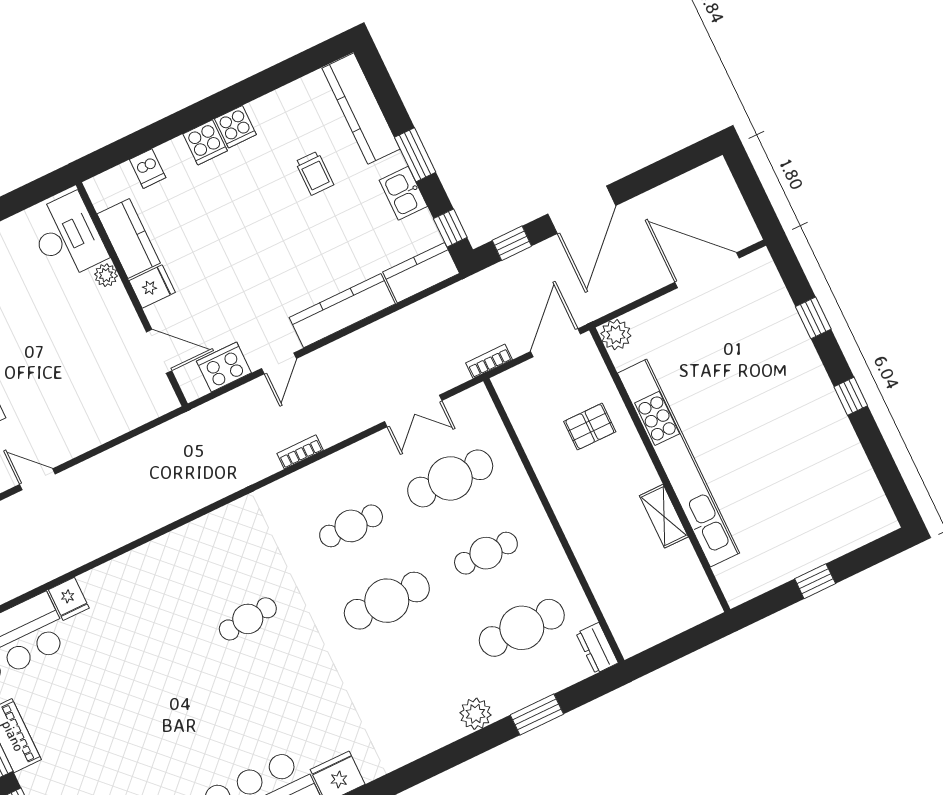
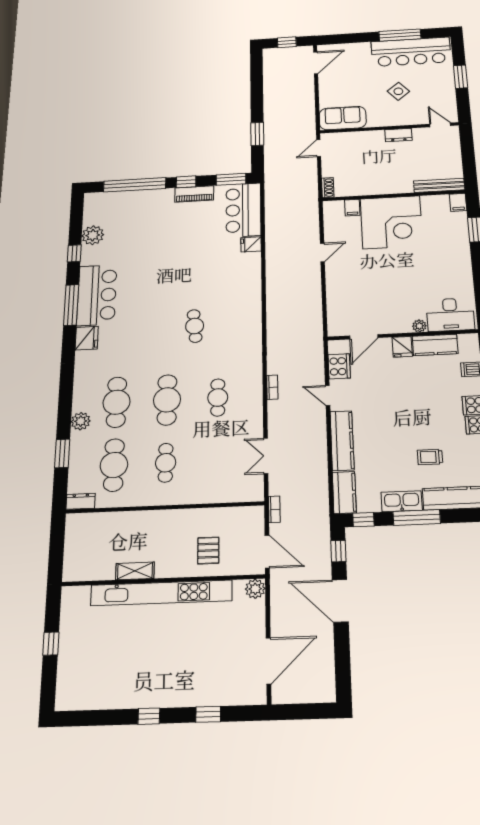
window: (415, 155) -> (417, 517), width x1.44
kitchen sink: (403, 193) -> (402, 501), width x1.38
cafe table: (450, 478) -> (116, 402), moved

